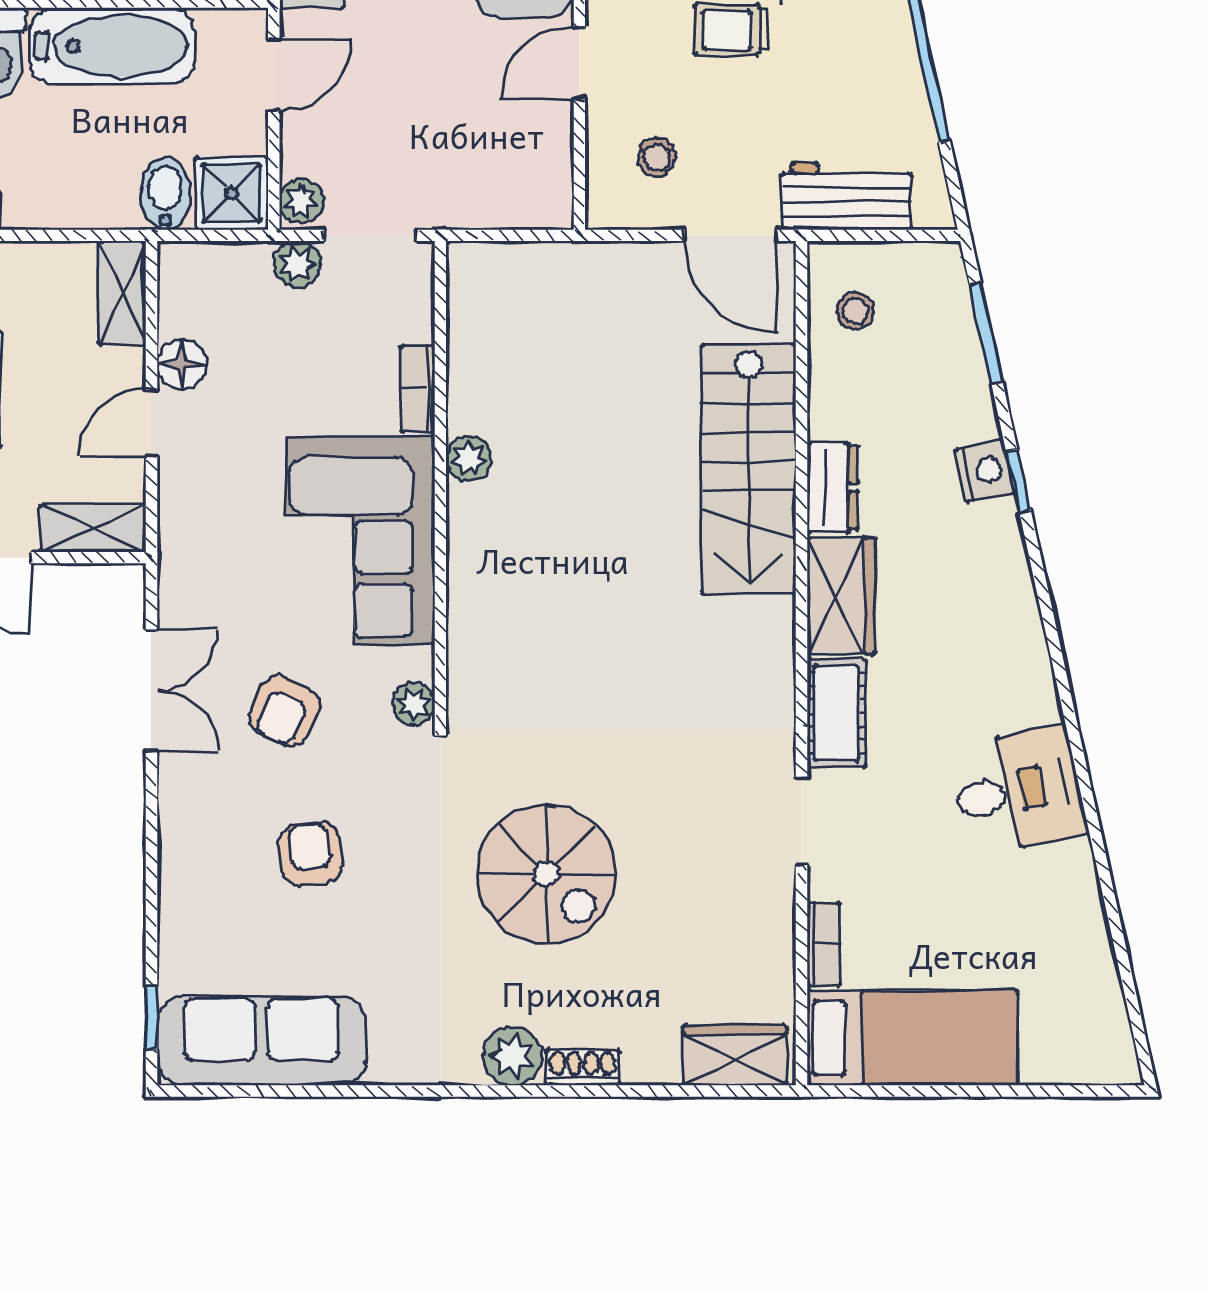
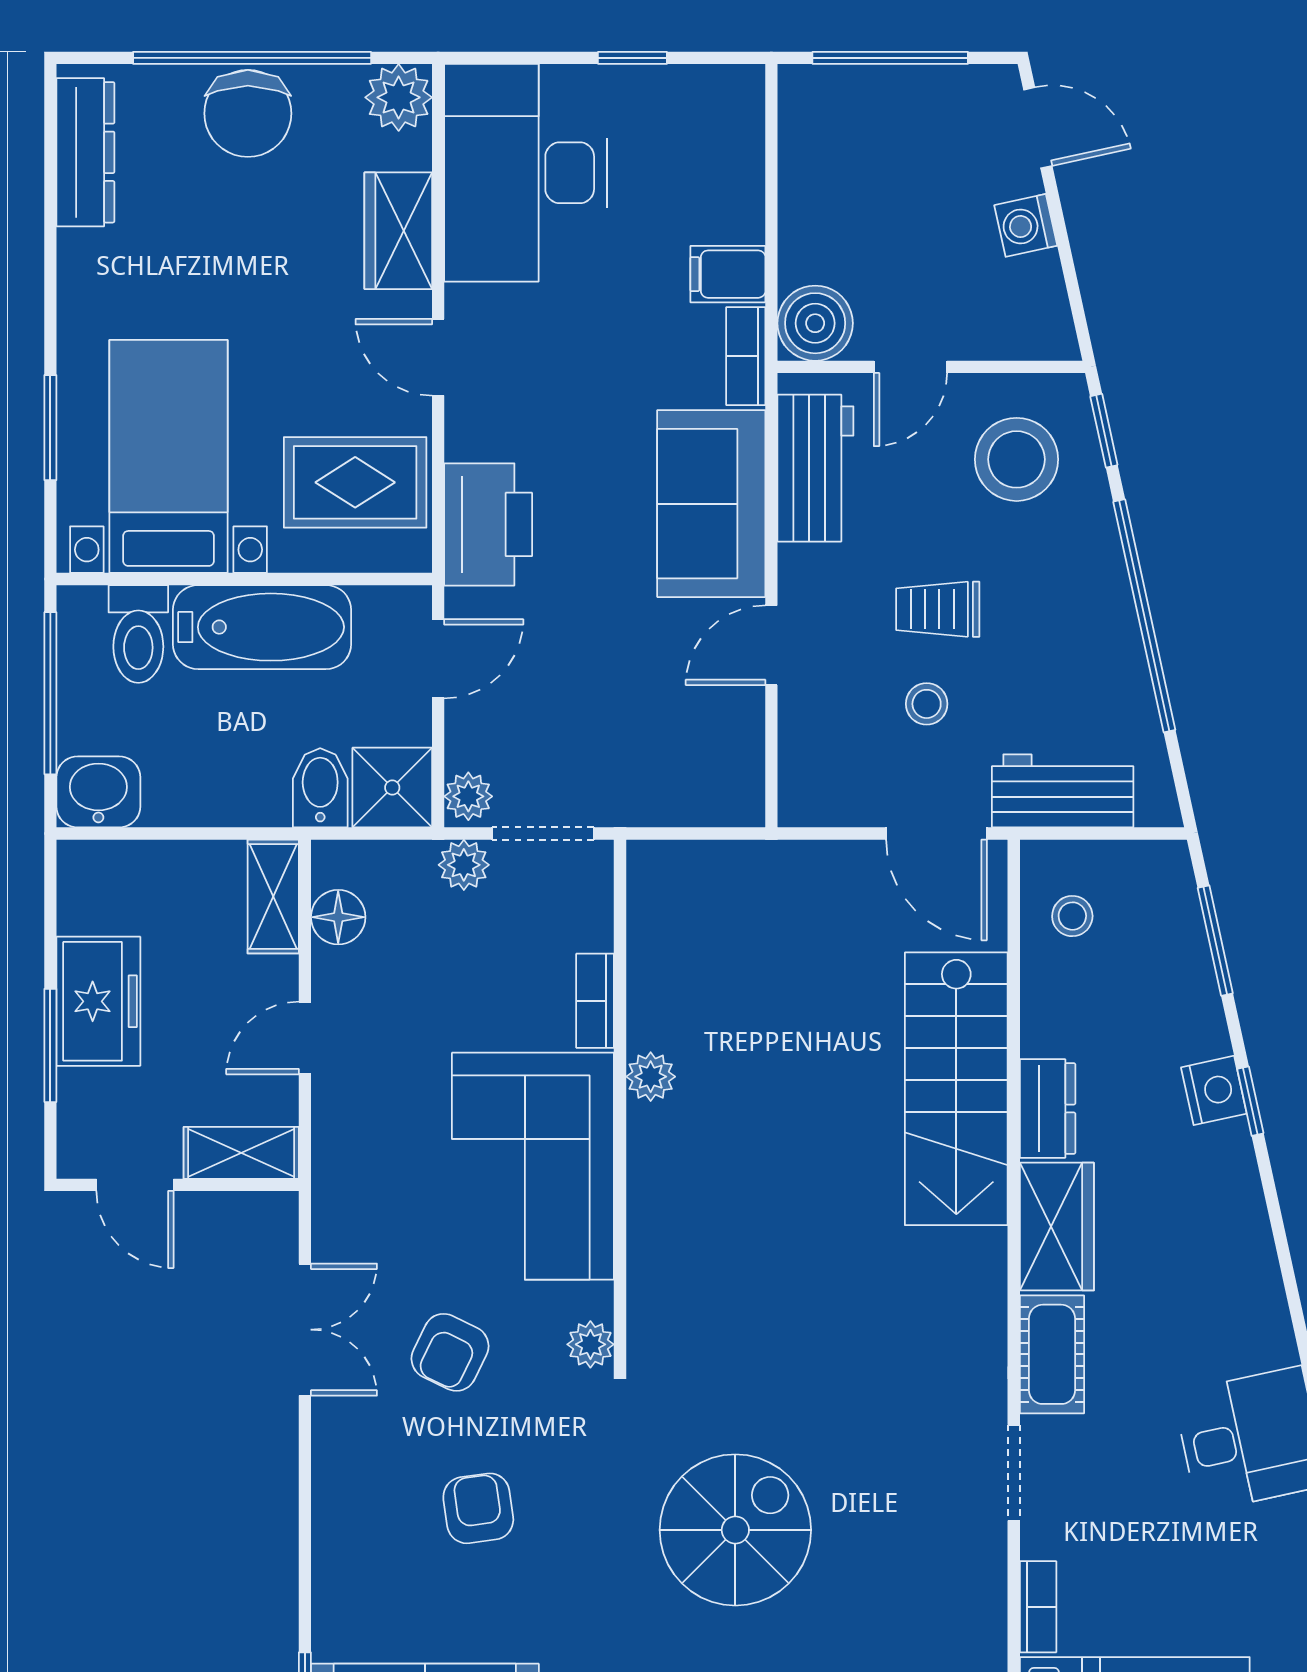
stool: (657, 157) -> (927, 704), moved
floor lamp: (182, 364) -> (338, 917), moved
spiral stairs: (546, 874) -> (735, 1530), turned -90

